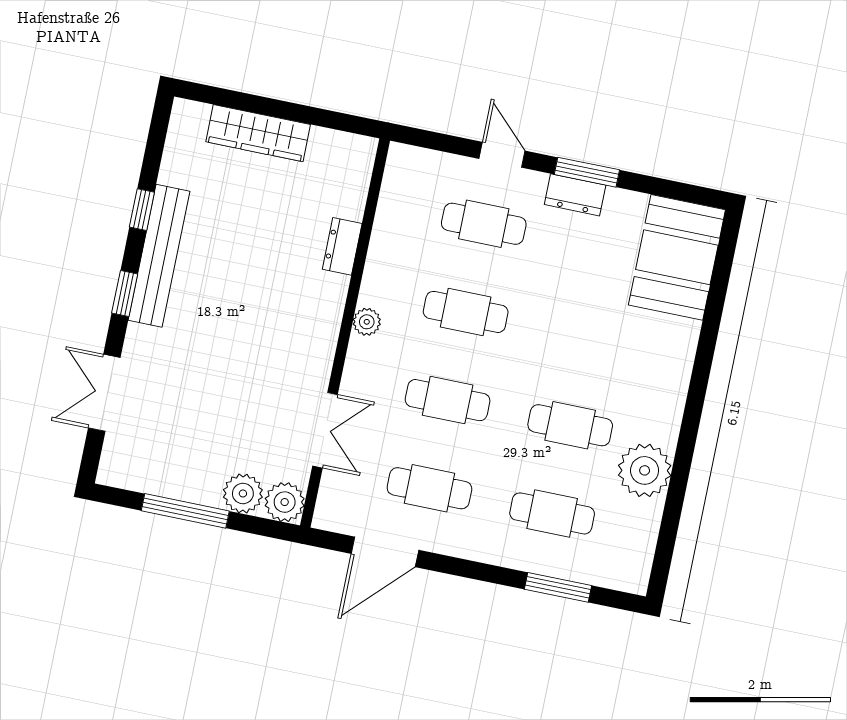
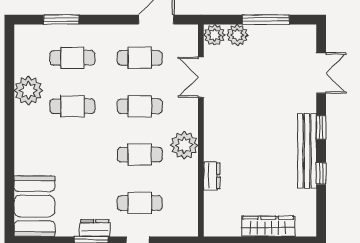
plant: (367, 322) -> (184, 145), width x1.87, depth x1.87

